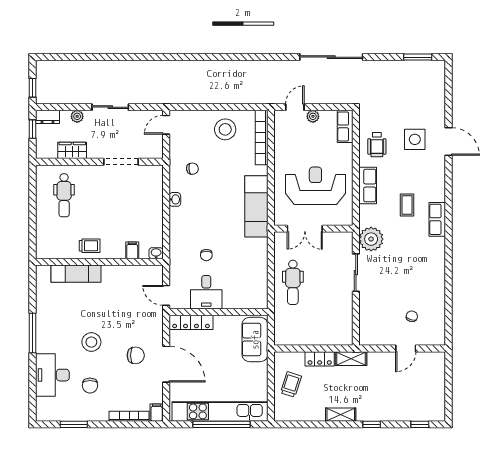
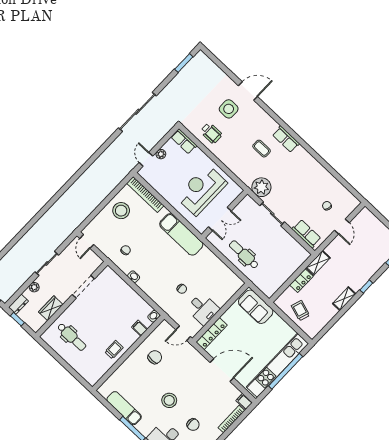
row of seats: (368, 185) -> (306, 234), moved
exam couch: (76, 274) -> (124, 408), moved, turned -90
dental chair: (293, 282) -> (244, 255), turned 180
chair: (136, 355) -> (155, 357), moved

